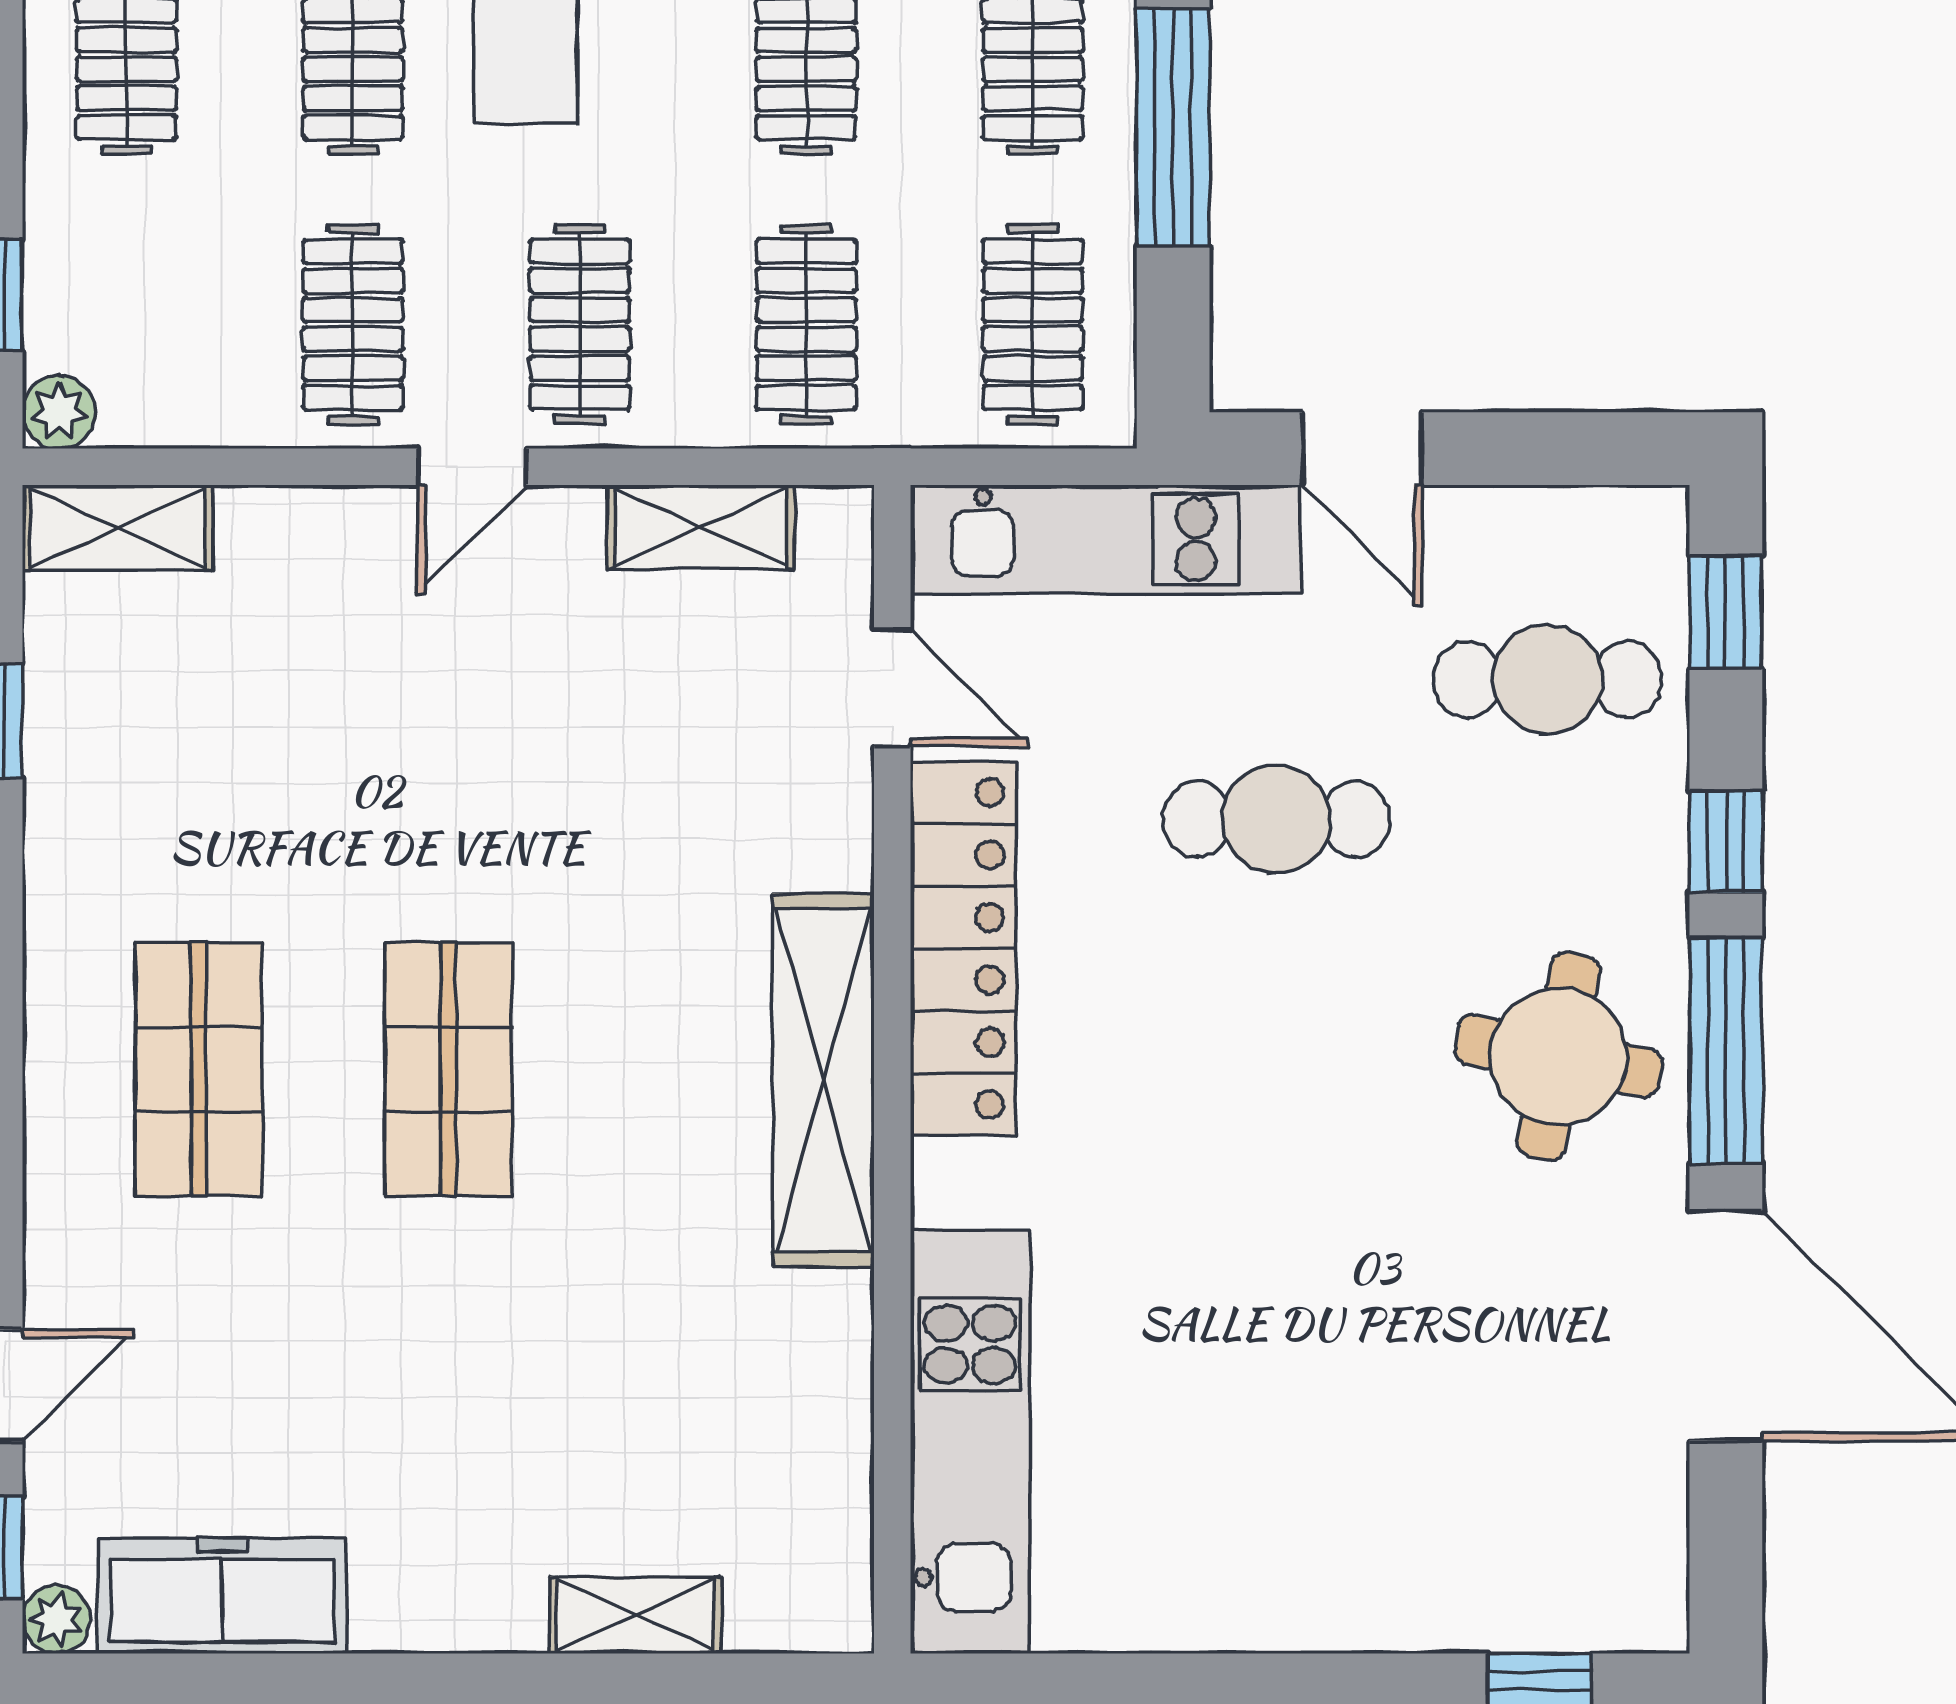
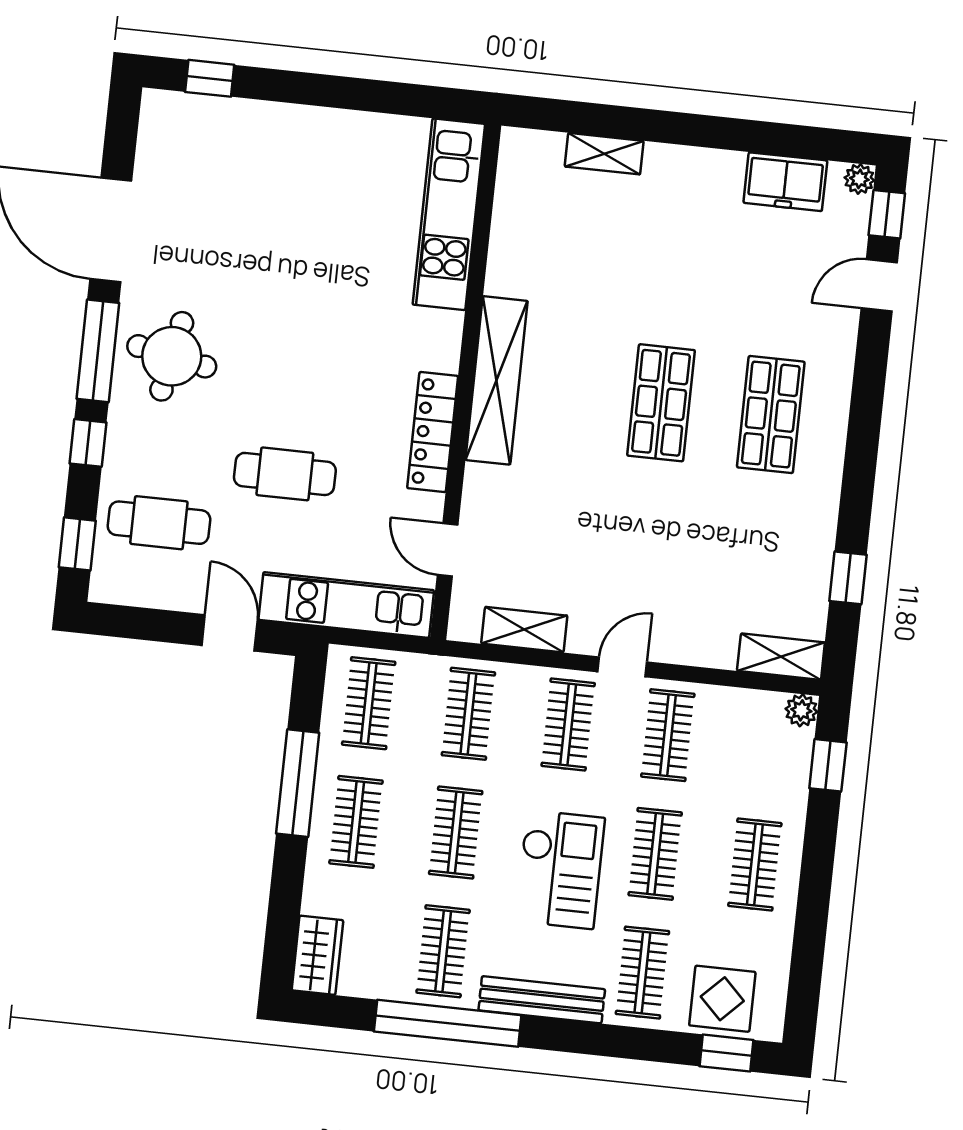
locker: (963, 949) -> (433, 432), width x0.71, depth x0.83
freezer: (222, 1596) -> (785, 182), width x0.71

